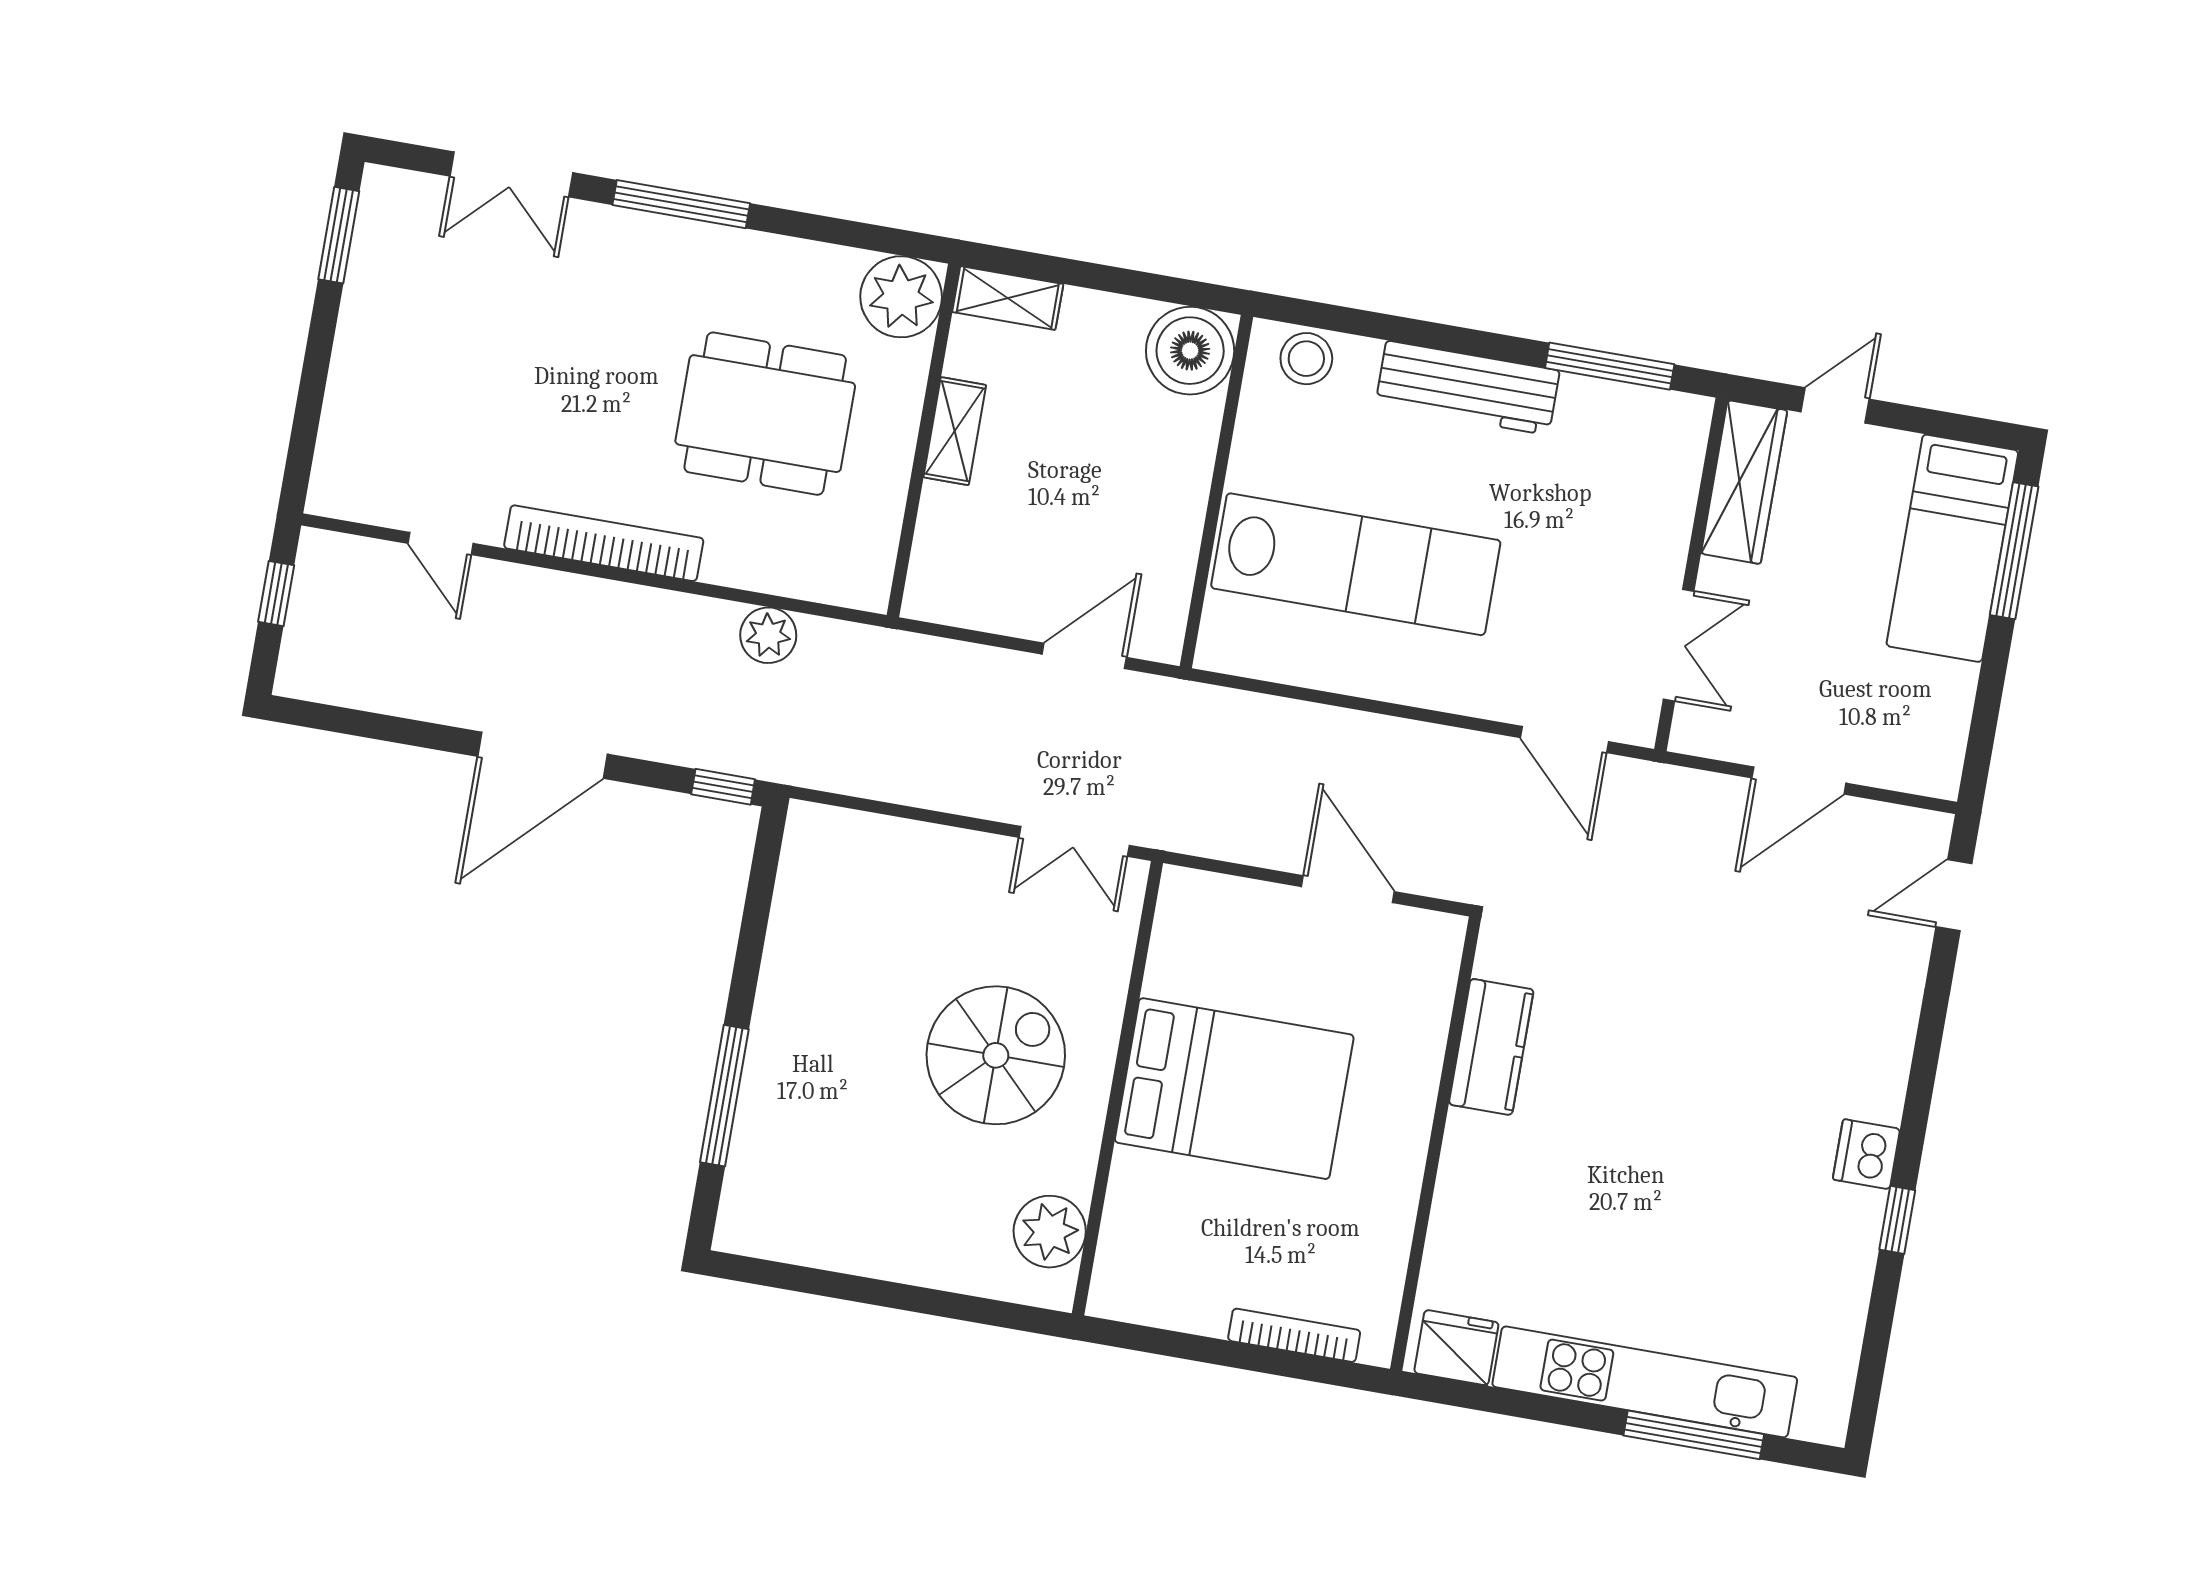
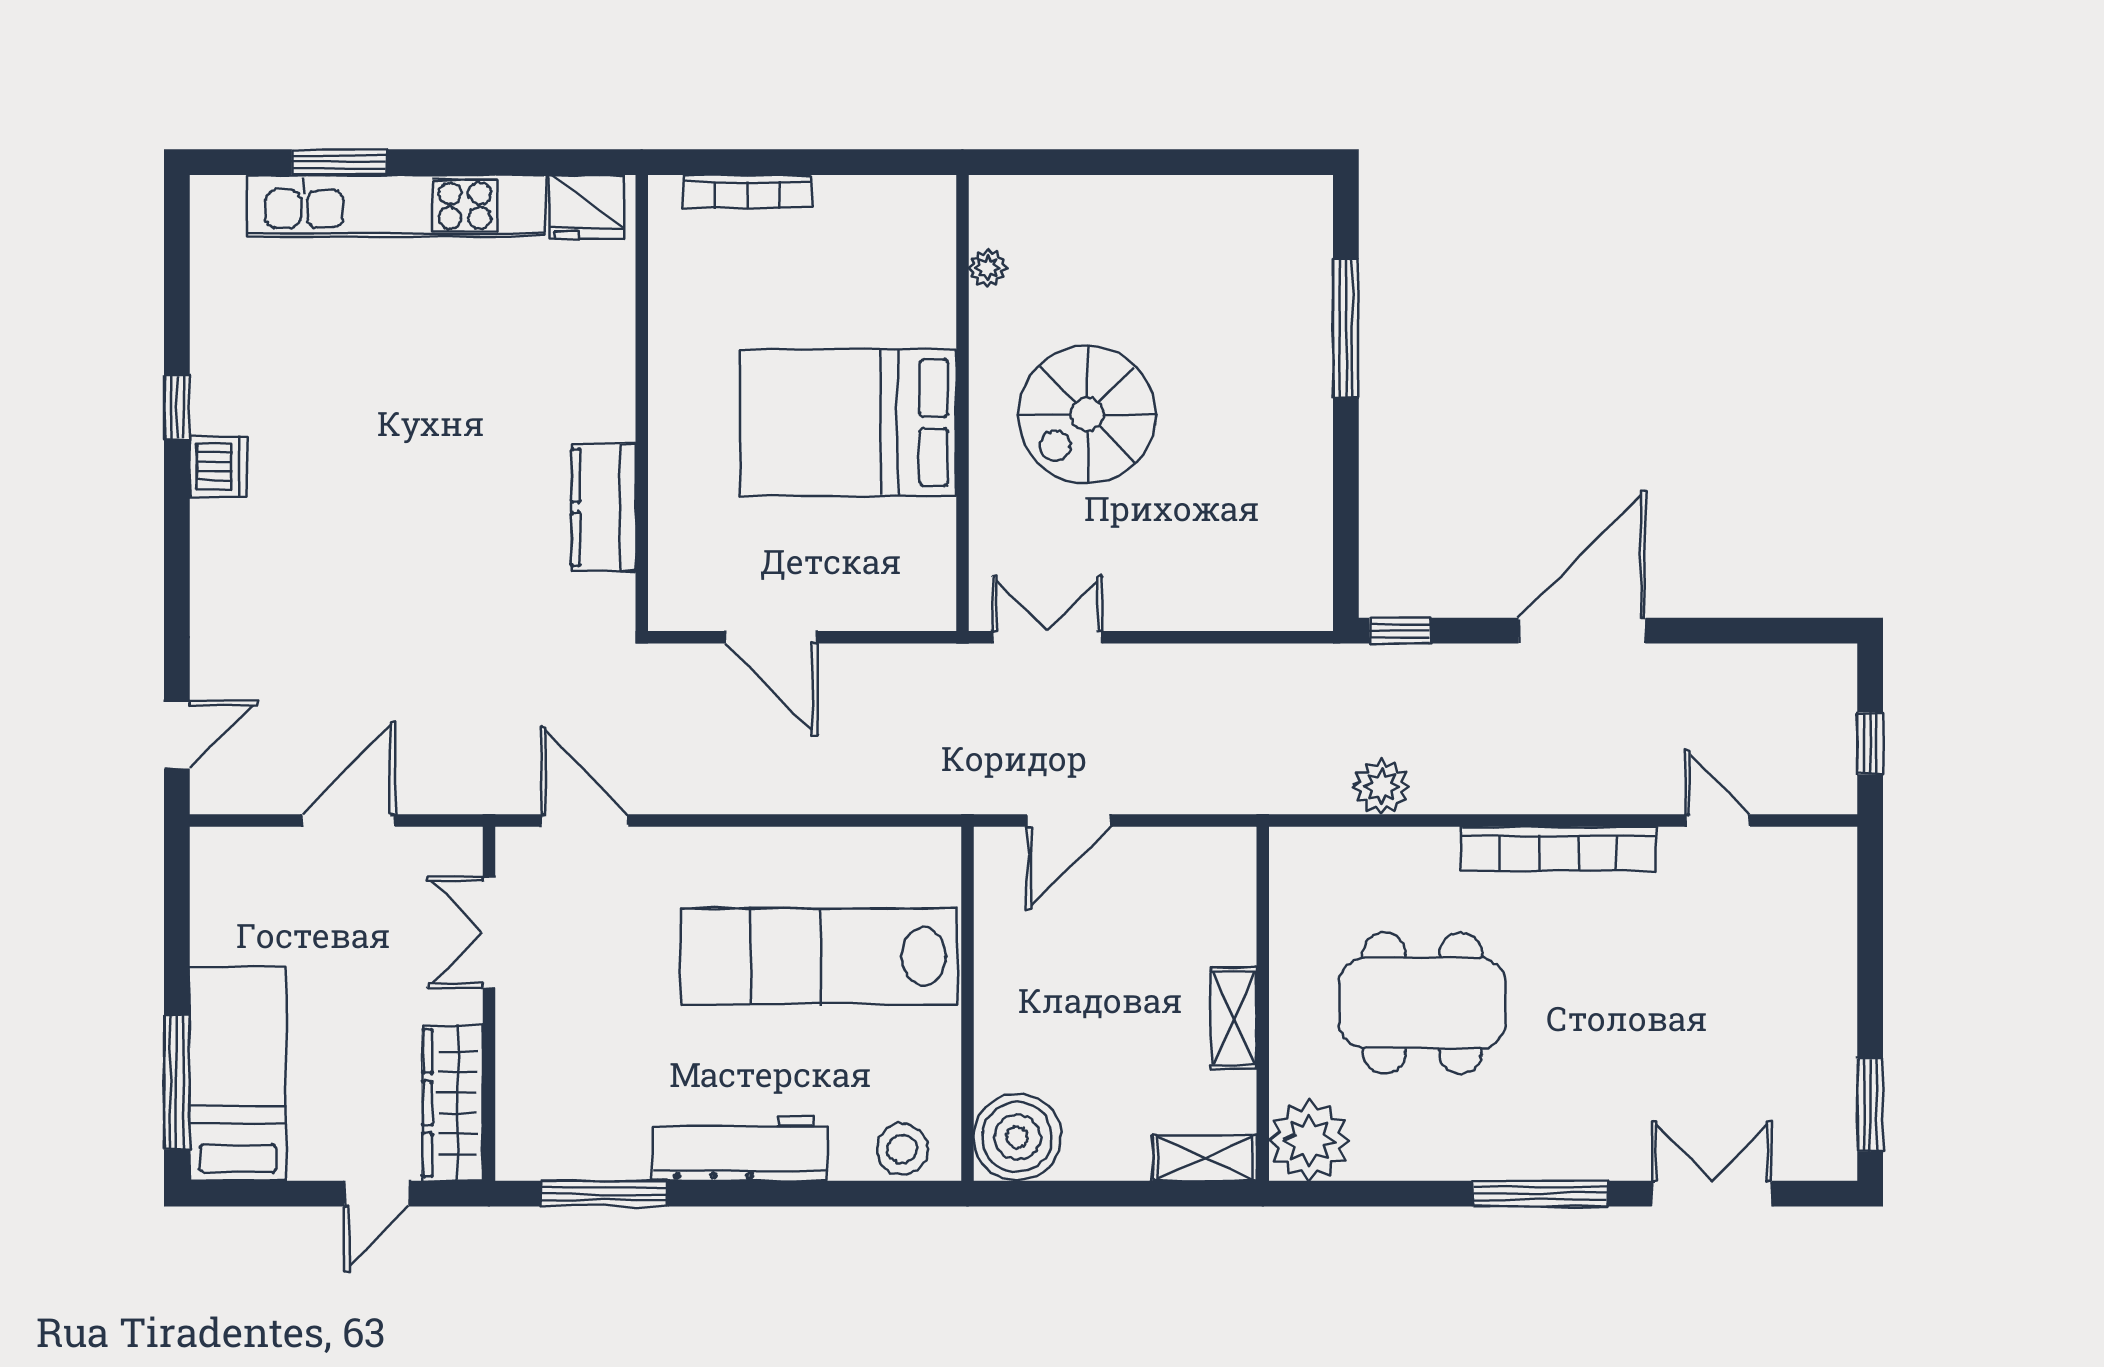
plant: (1050, 1232) -> (988, 268), width x0.53, depth x0.53
window: (1694, 1435) -> (339, 162), width x0.69

